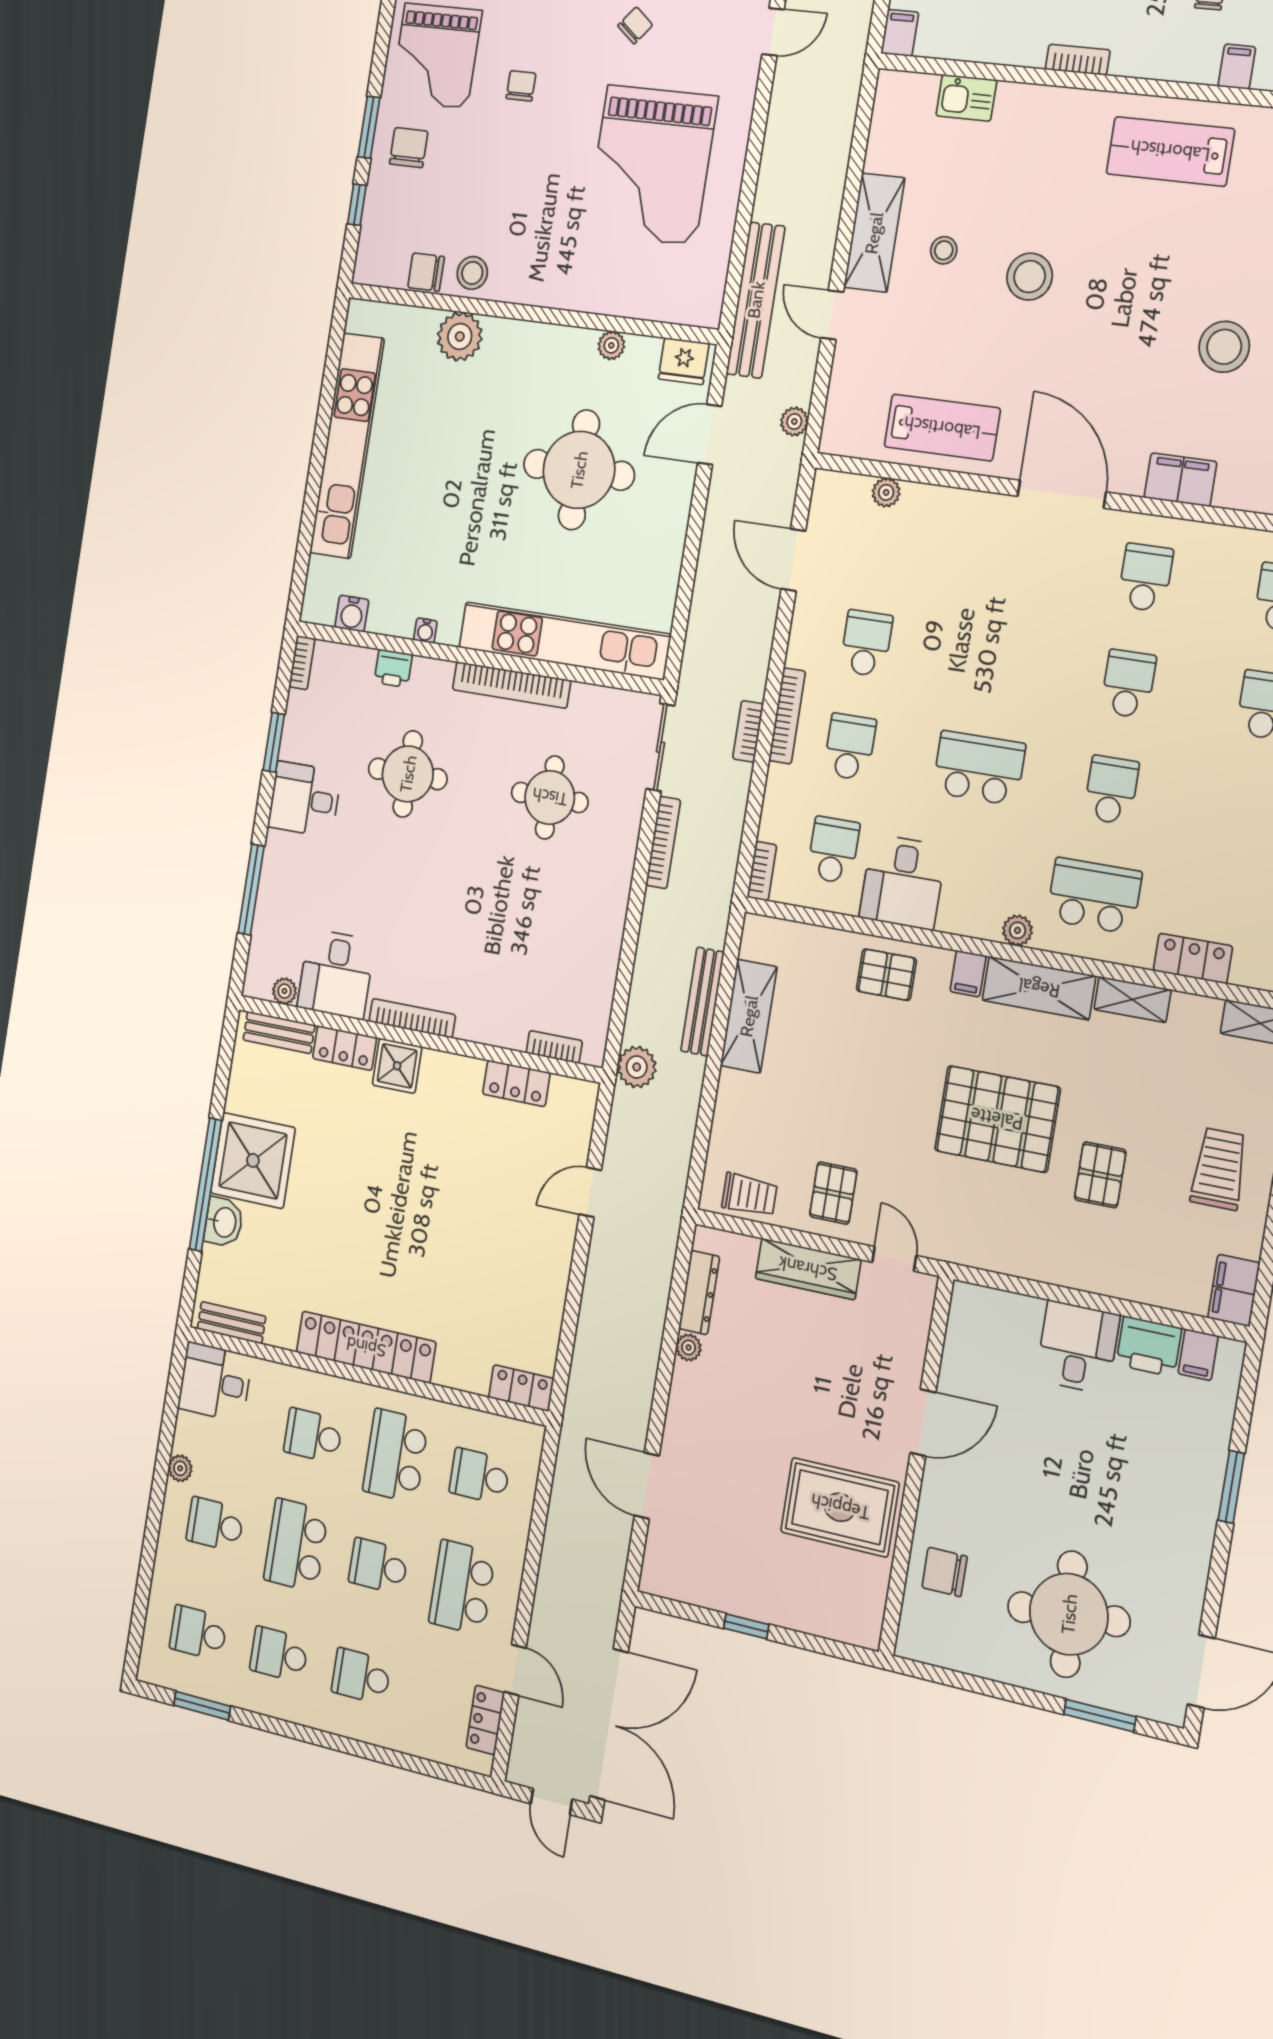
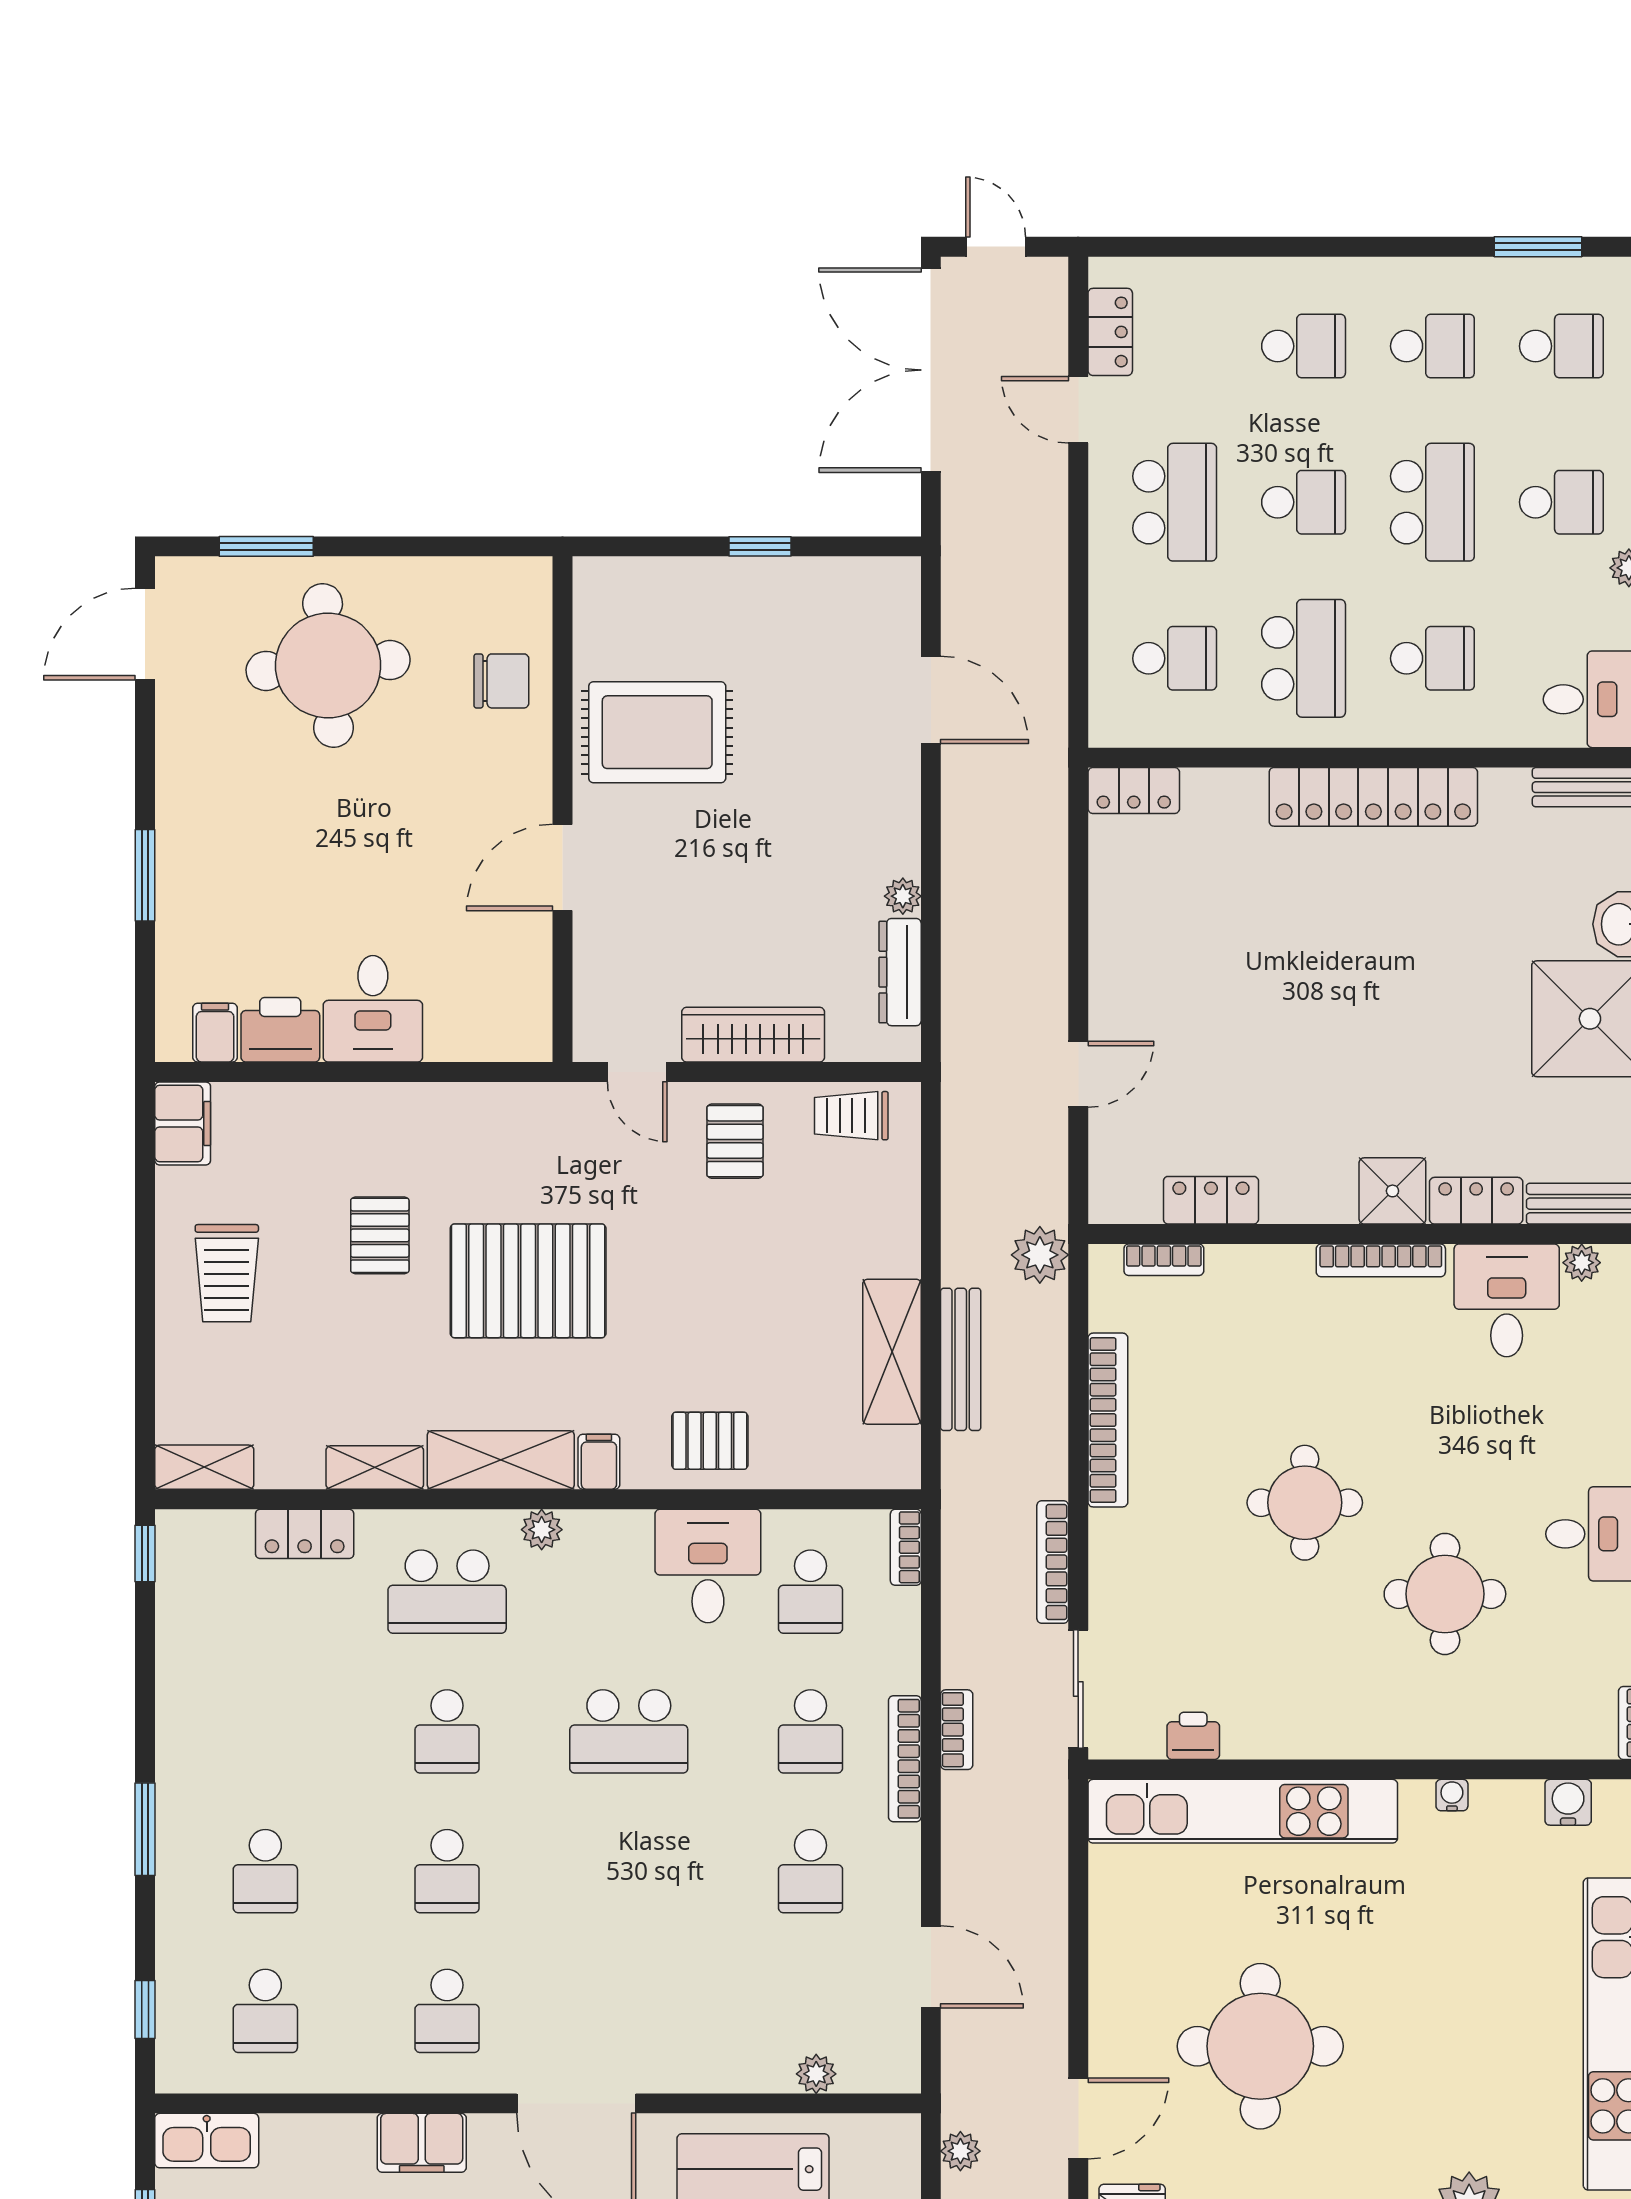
printer: (393, 668) -> (1193, 1736), moved
bookcase: (511, 685) -> (1108, 1420), moved, turned 90
round table: (550, 797) -> (1305, 1503), moved

